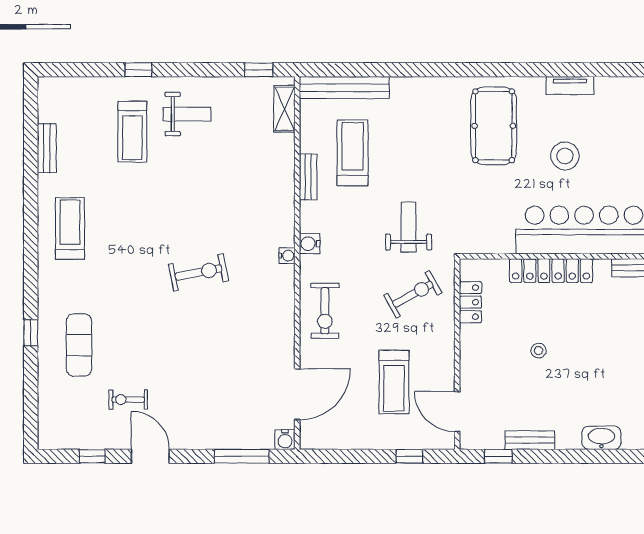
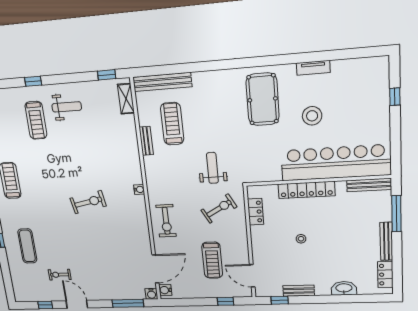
water cooler: (310, 244) -> (165, 290), moved

